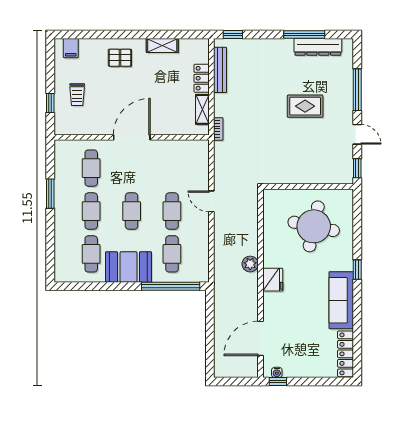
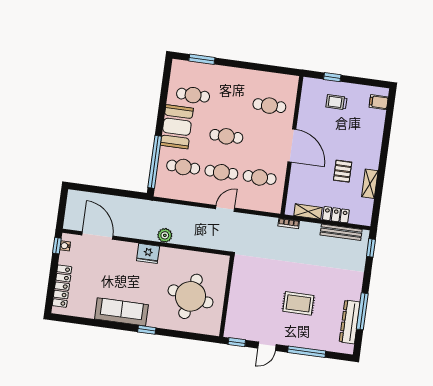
pallet: (120, 58) -> (343, 171), moved
rug: (305, 106) -> (298, 303), turned 90
window: (50, 194) -> (202, 59), moved
cafe table: (91, 211) -> (260, 177), moved
locker: (346, 354) -> (62, 286), moved, turned 90

